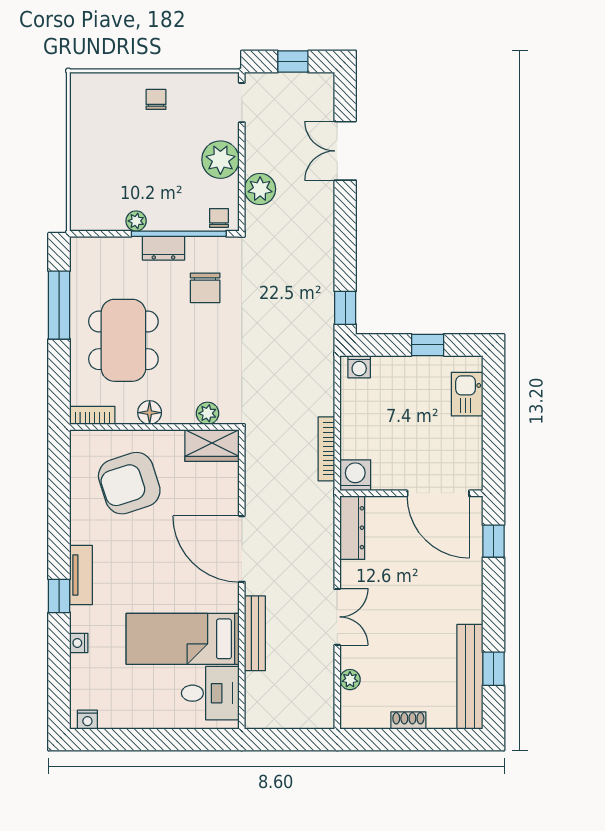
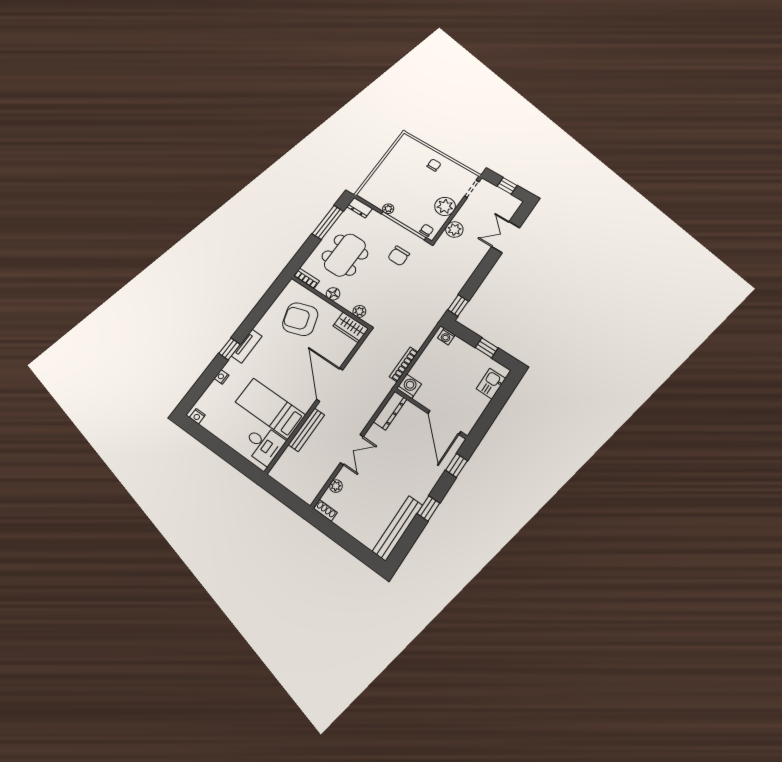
dresser: (163, 248) -> (360, 208), moved
window: (493, 669) -> (428, 508), moved
shoe rack: (408, 721) -> (325, 511), moved

